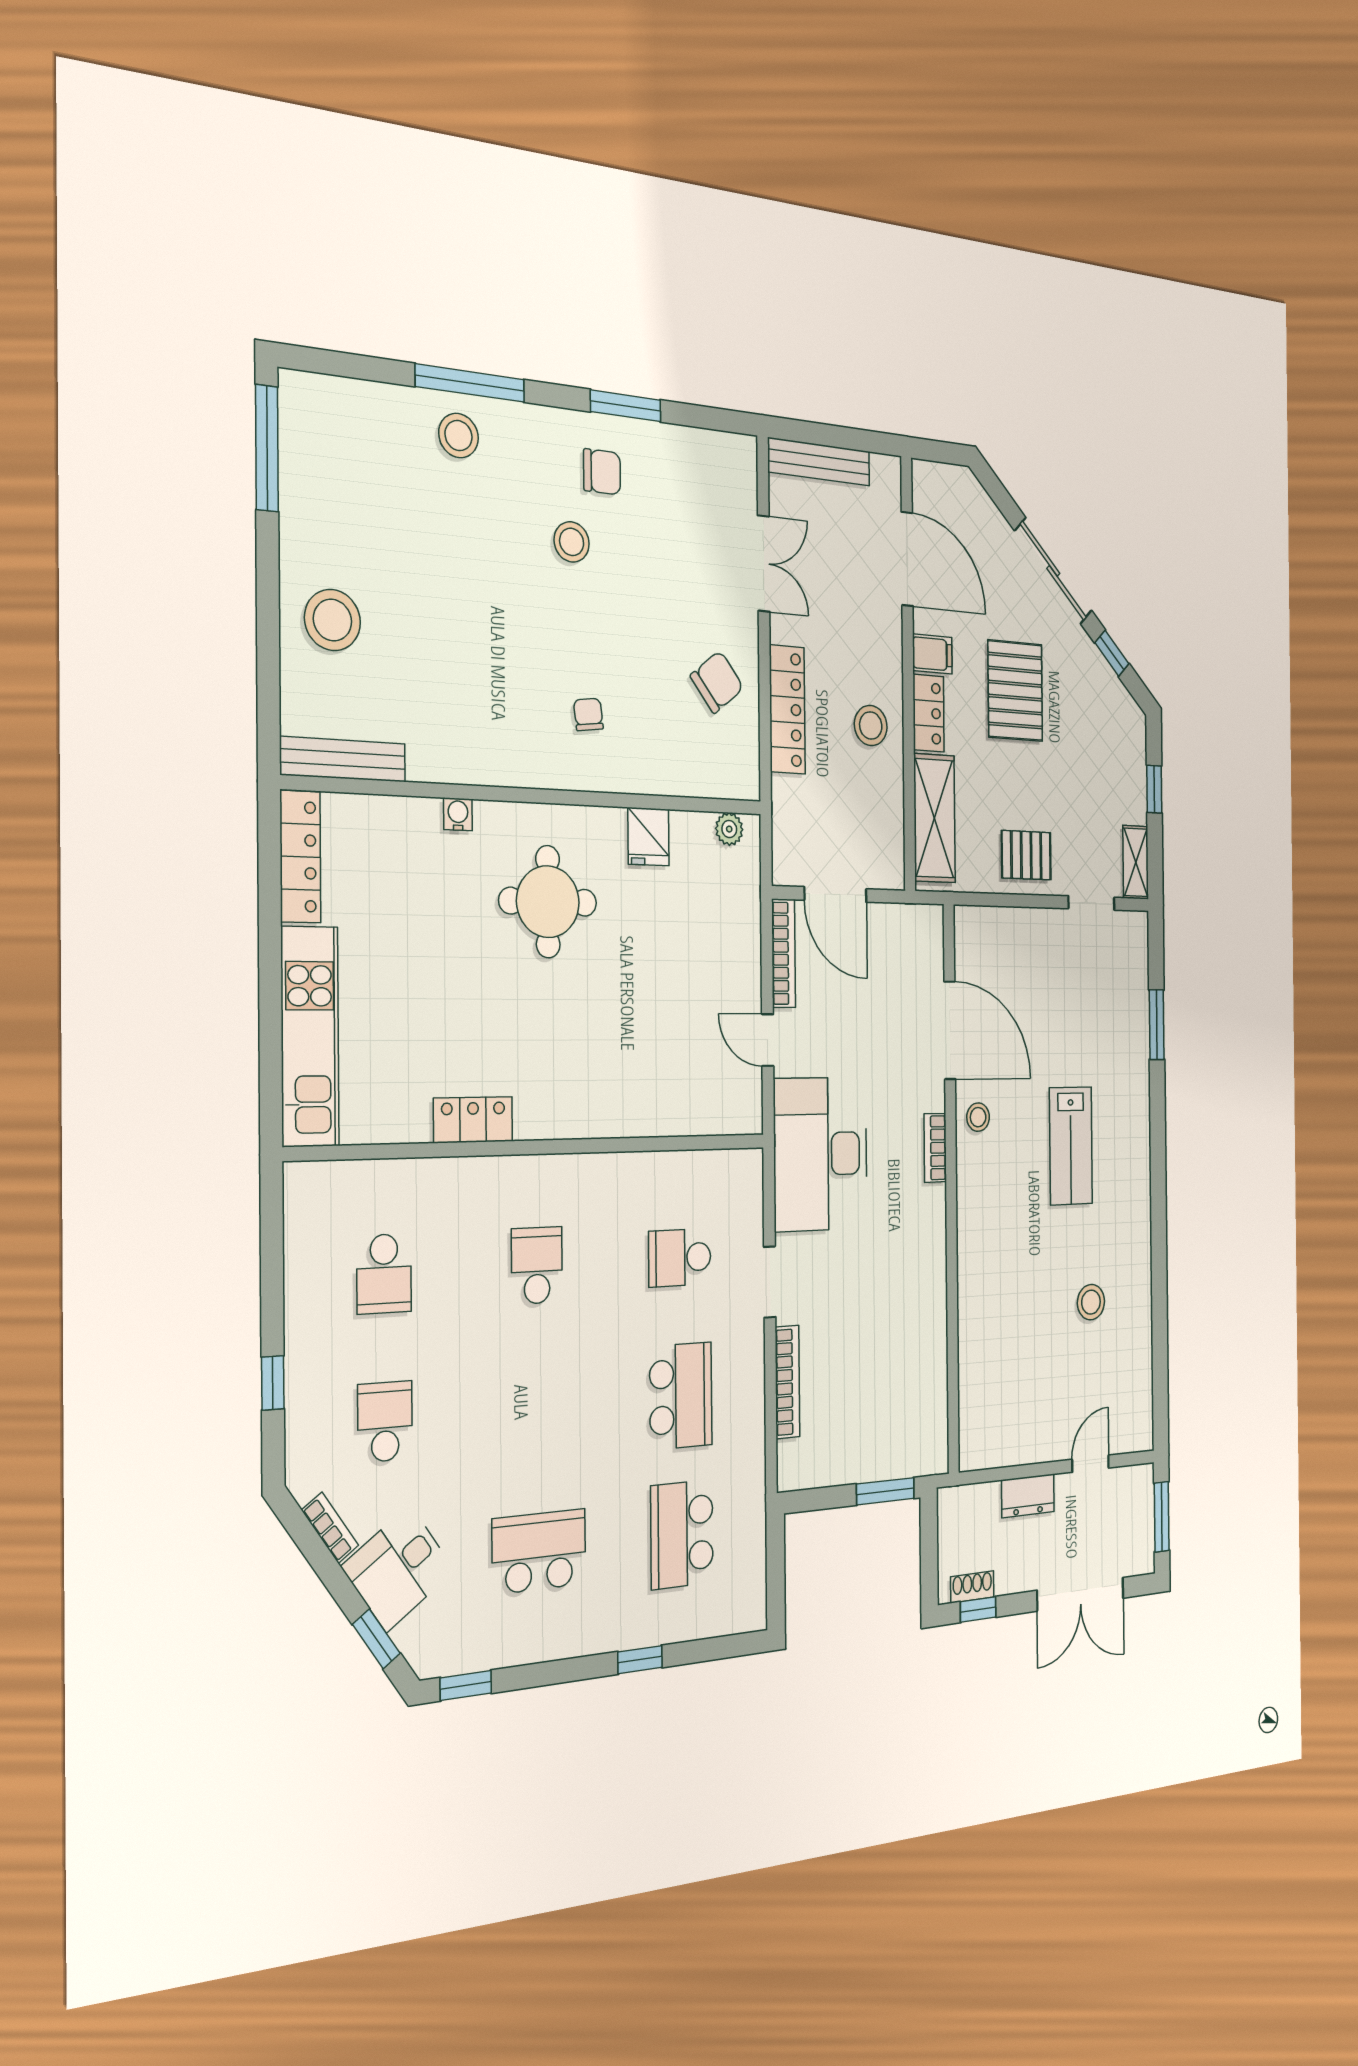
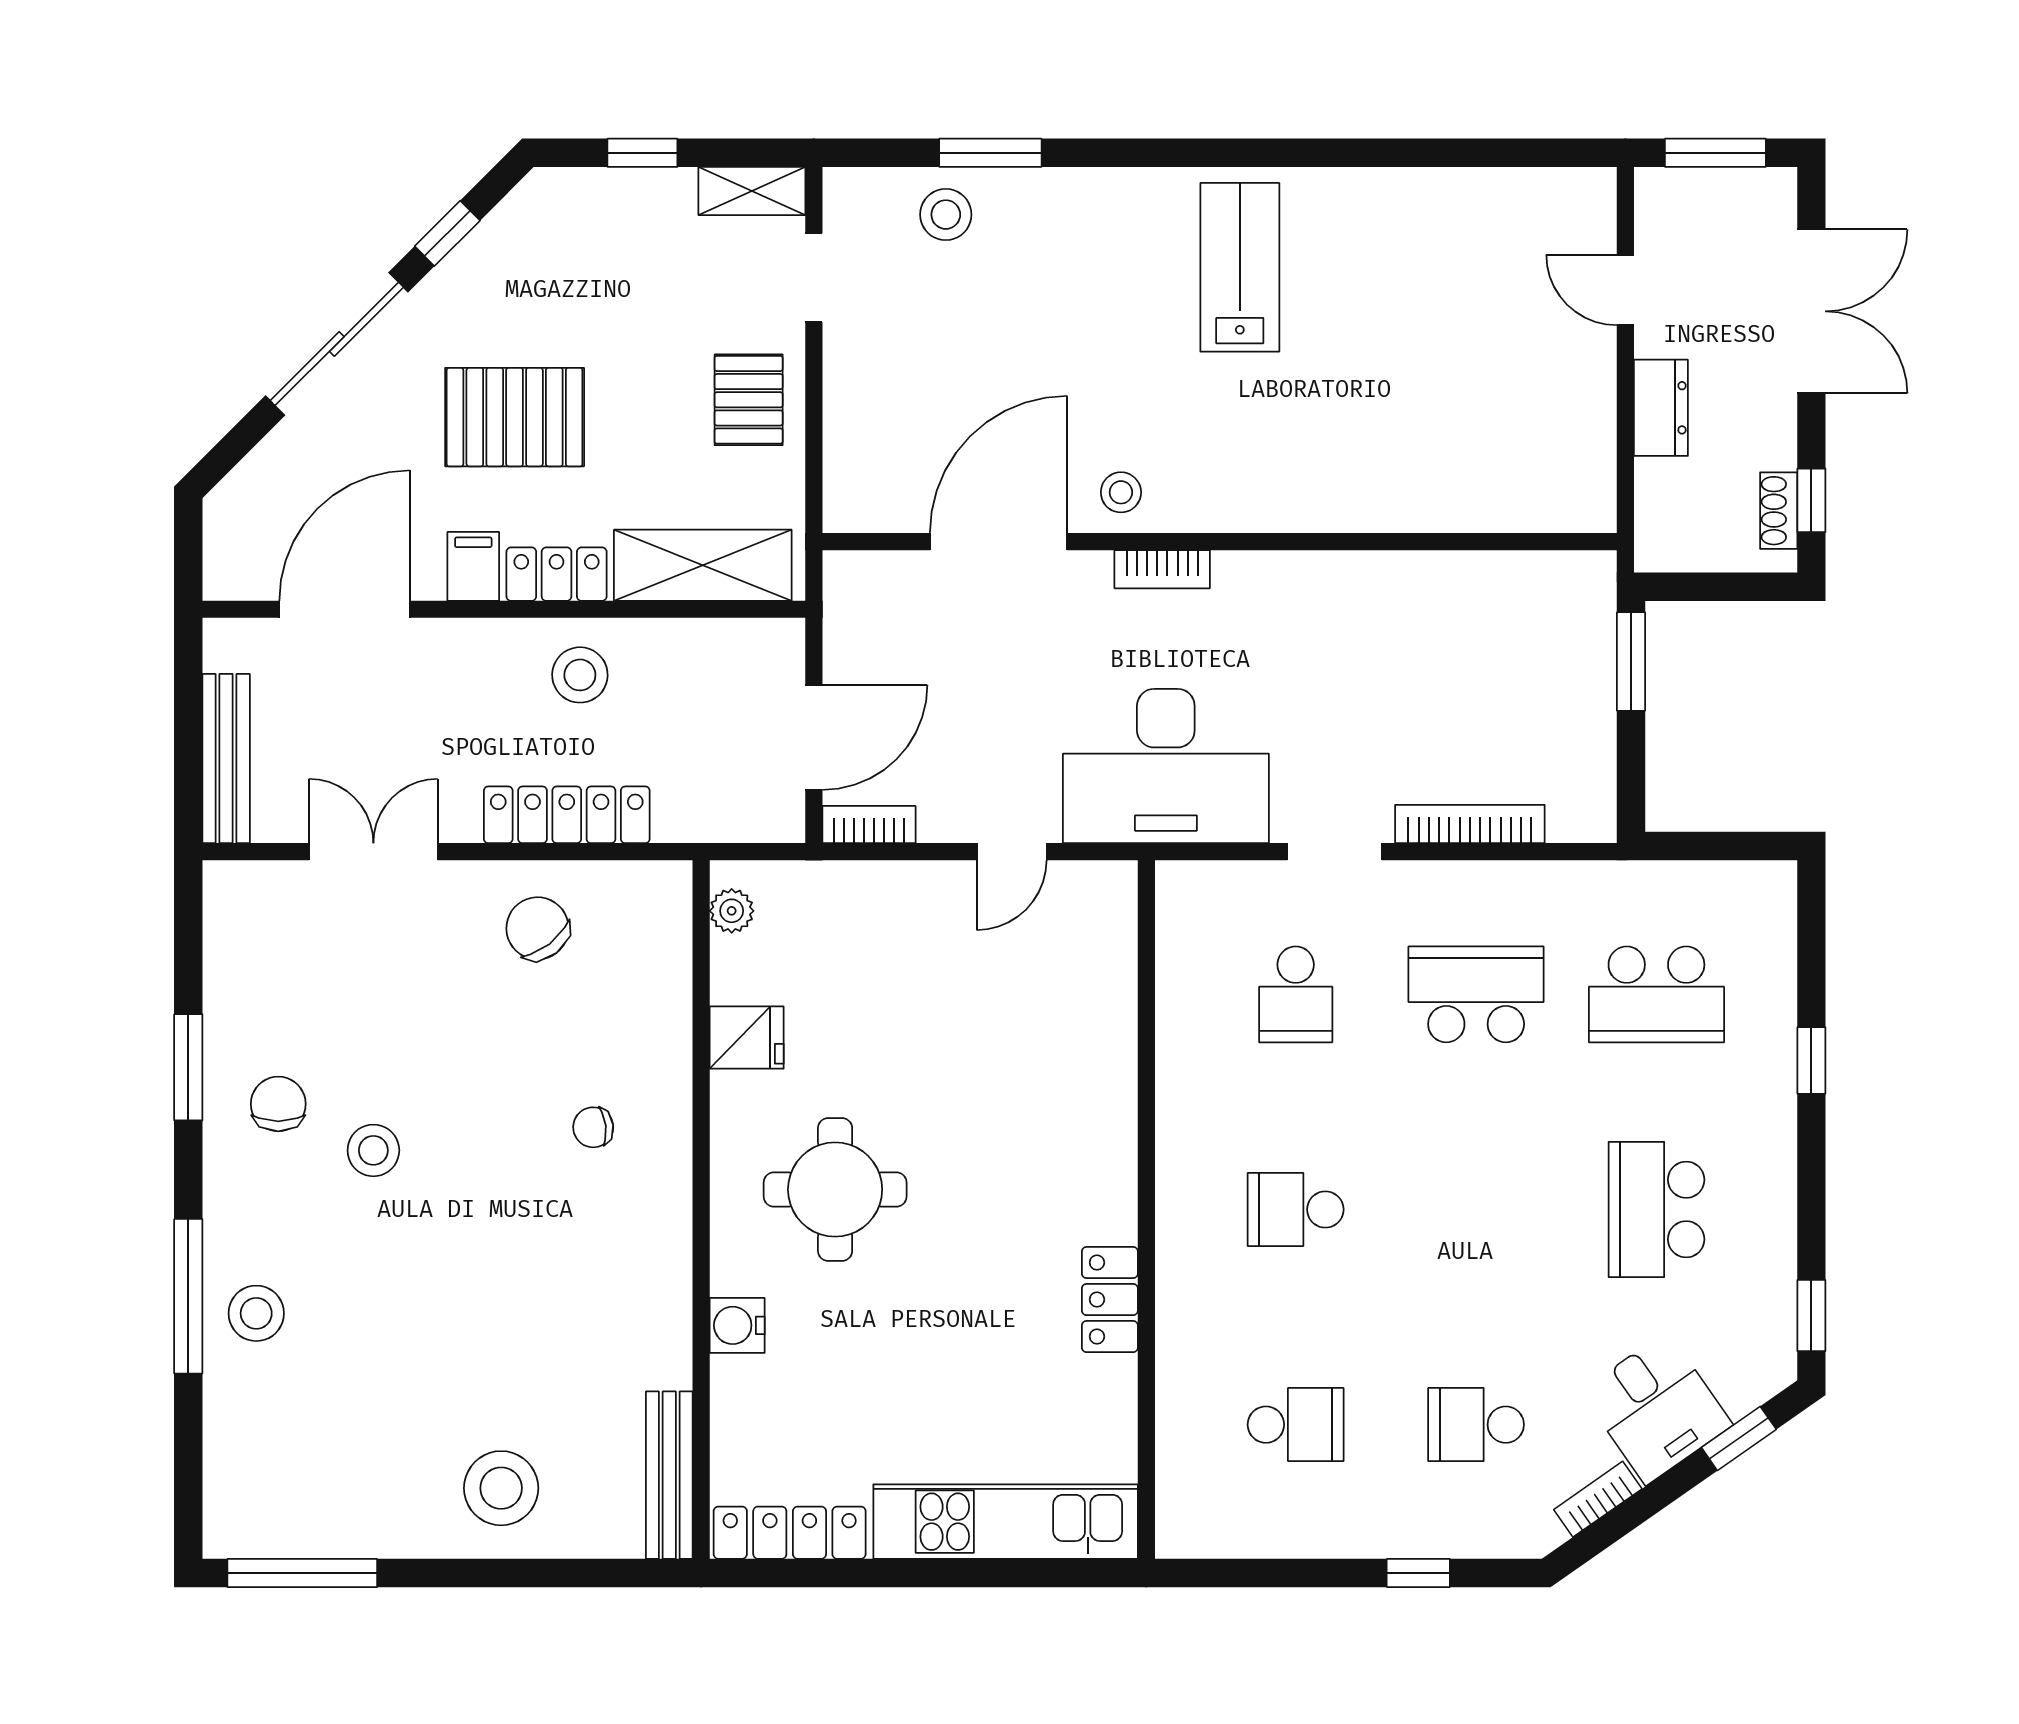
water cooler: (458, 814) -> (737, 1325), width x1.38, depth x1.38
bookcase: (784, 953) -> (869, 825), width x0.64
lab bench: (1071, 1146) -> (1240, 267), moved, turned -90
stool: (1091, 1302) -> (946, 215), moved

